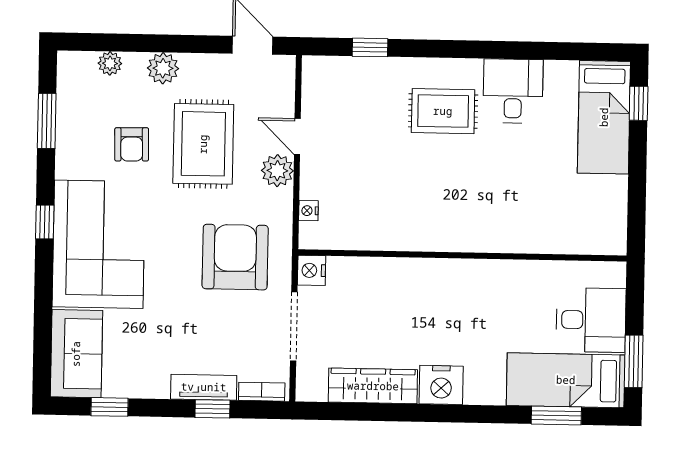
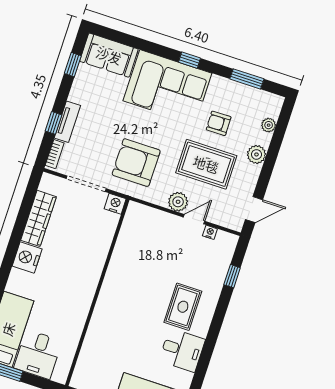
nightstand: (308, 211) -> (210, 232), moved
armchair: (235, 257) -> (136, 163), turned 180

